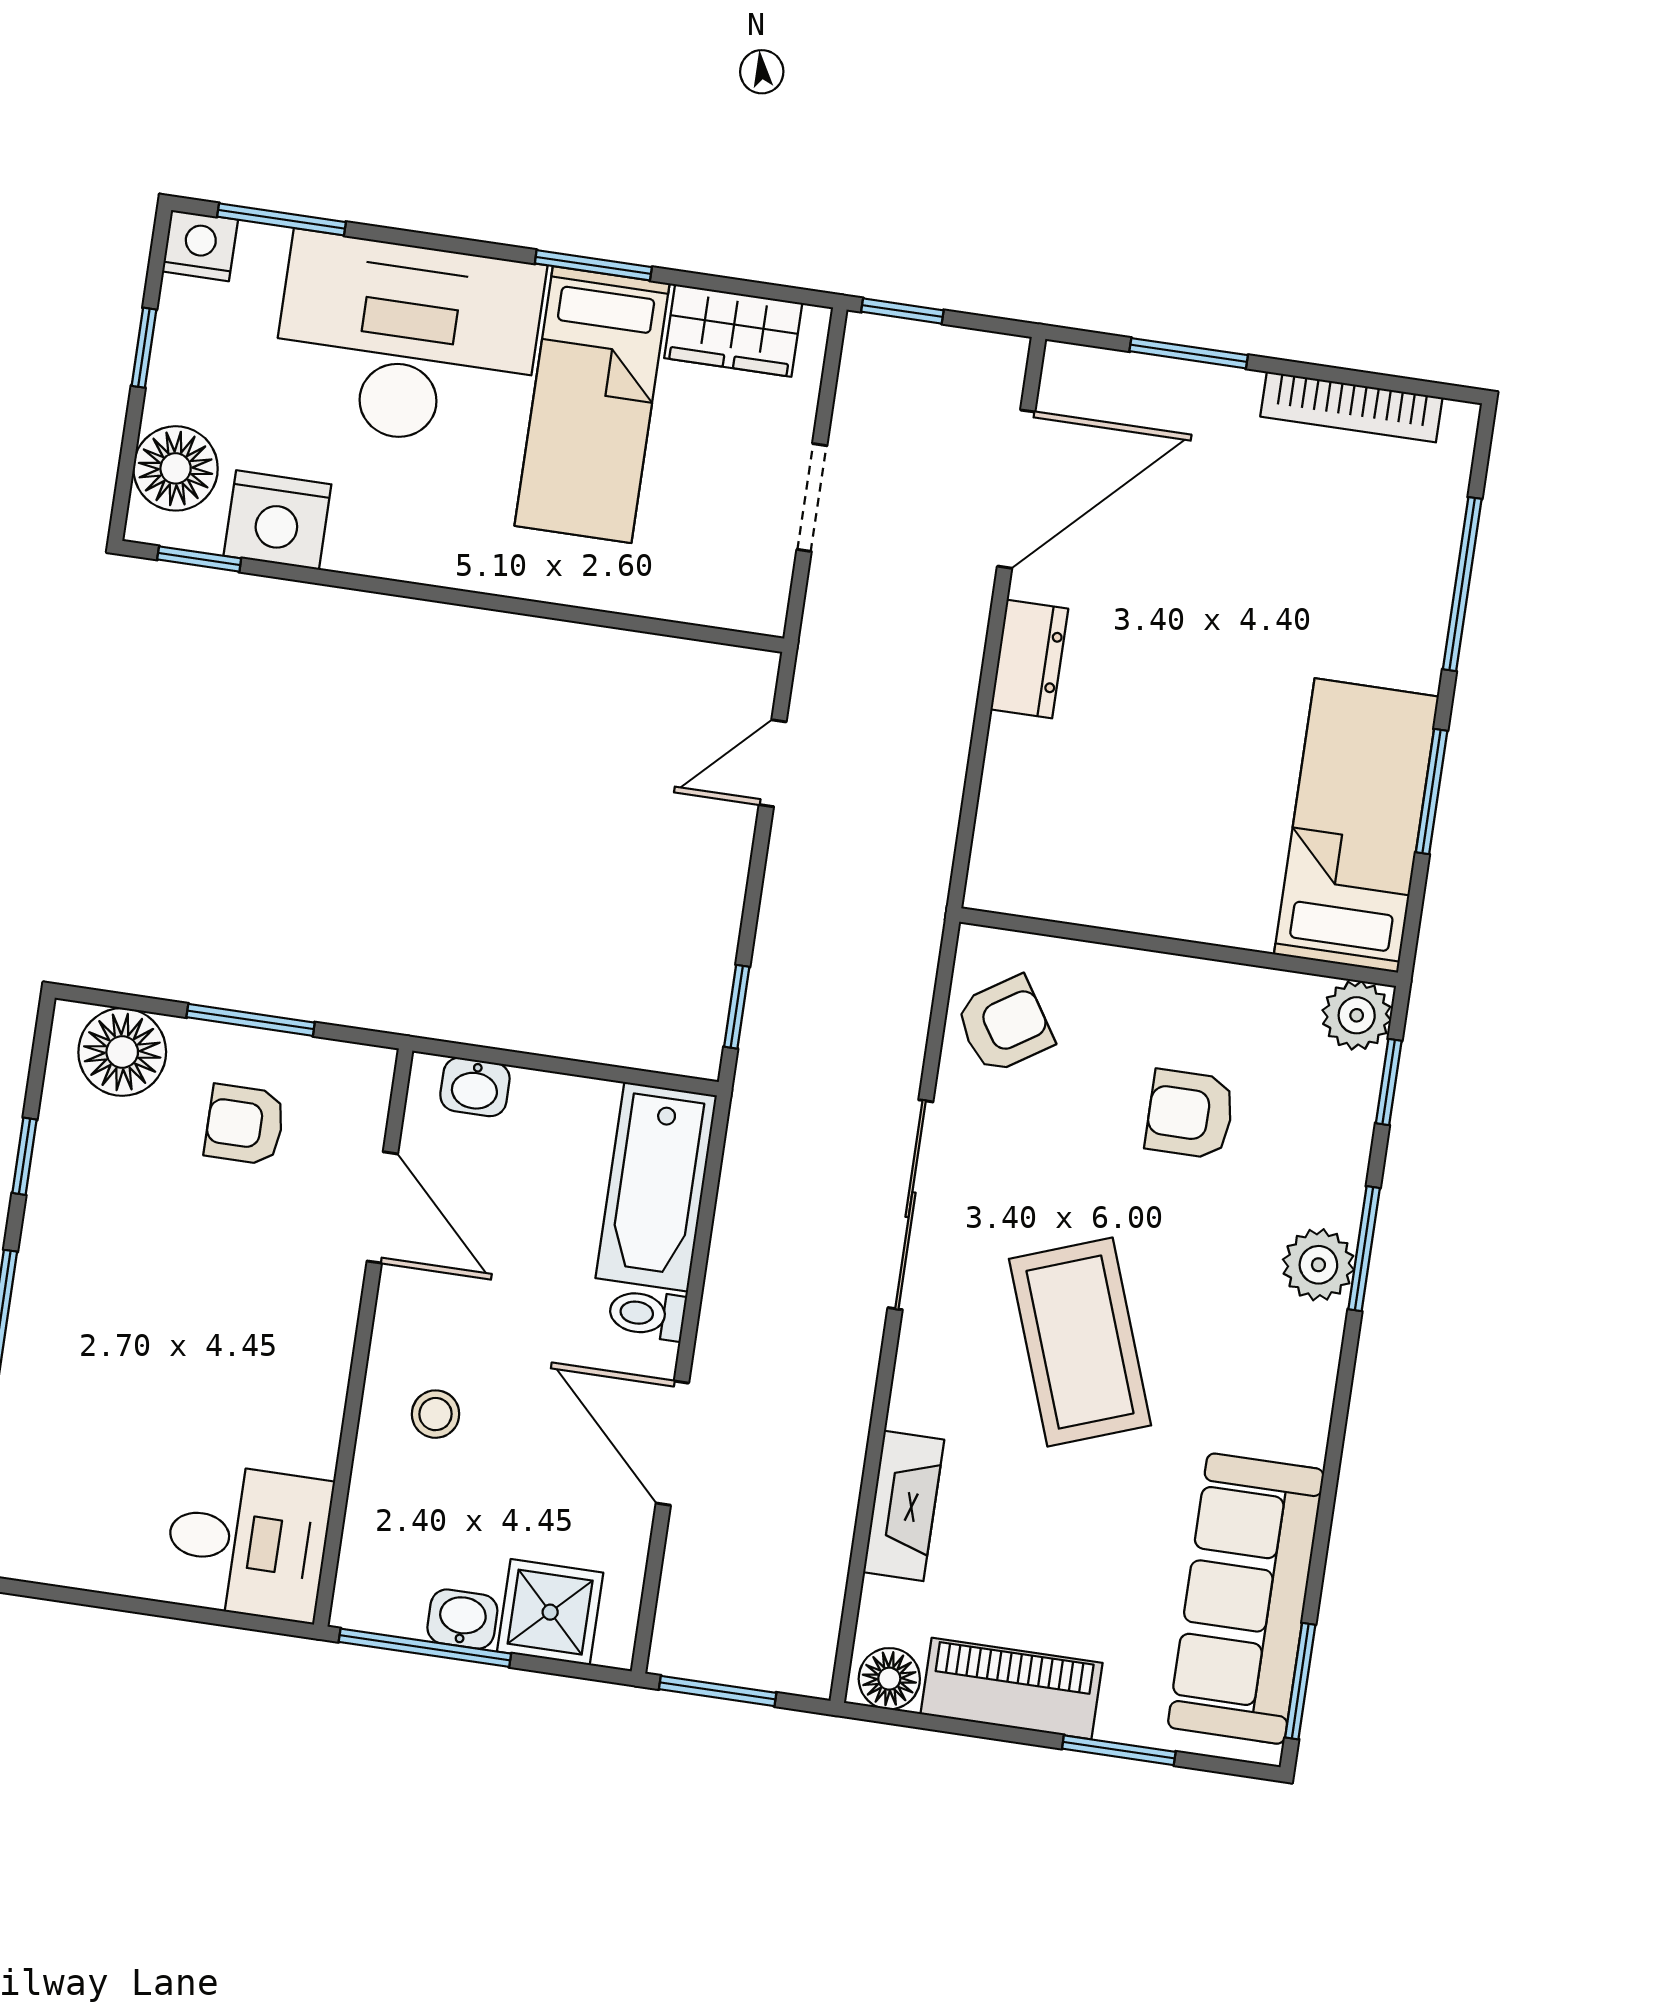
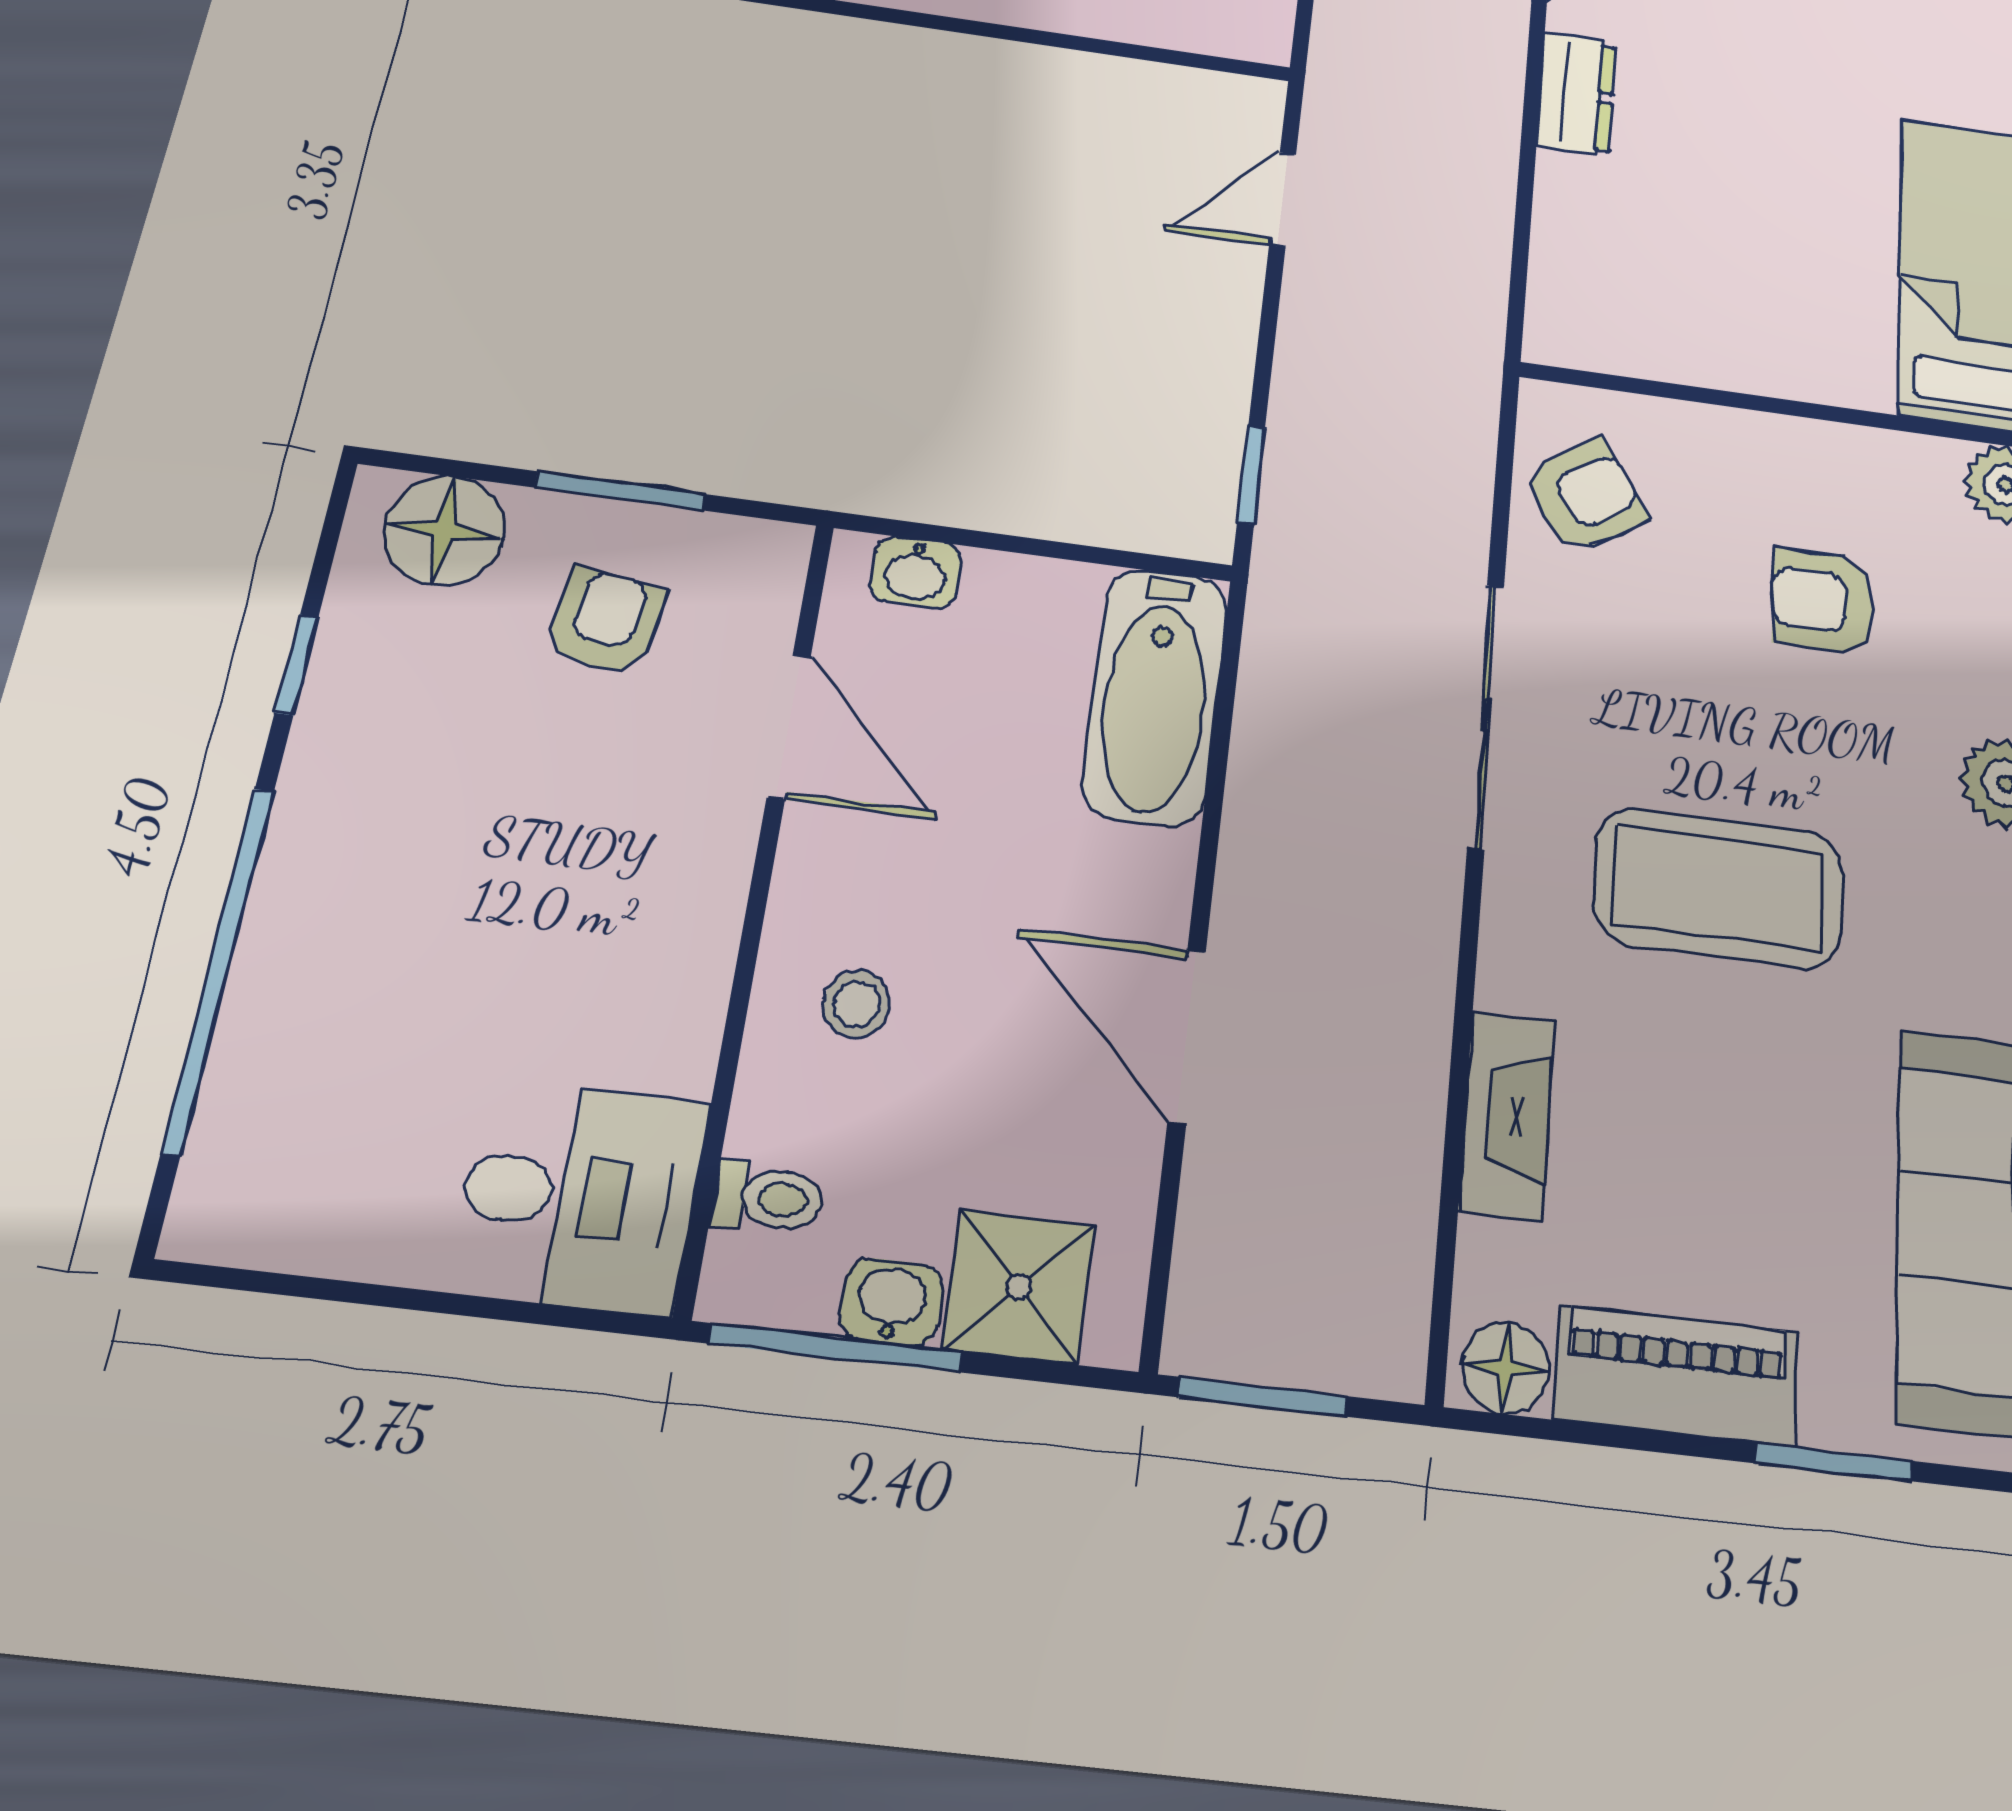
armchair: (245, 1125) -> (605, 621), turned 98
toilet: (647, 1314) -> (768, 1198), moved, turned 180
coffee table: (1080, 1342) -> (1719, 888), turned -70

